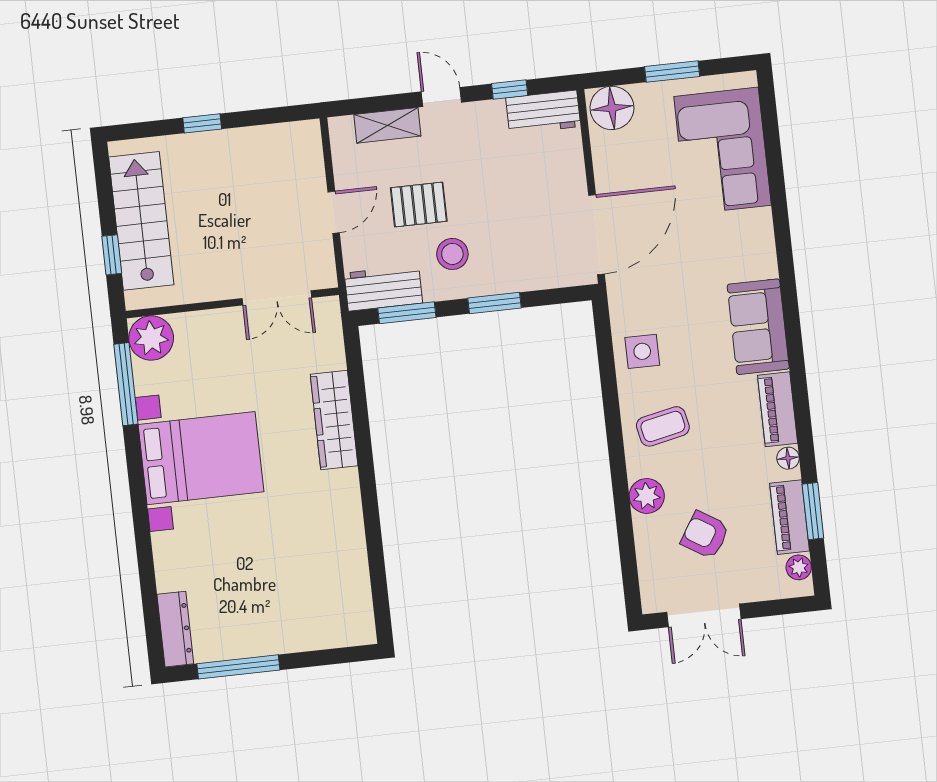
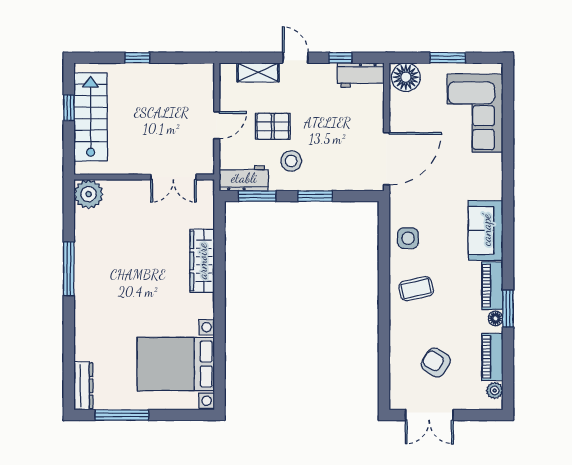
window: (112, 255) -> (69, 108), moved
window: (126, 384) -> (69, 269), moved
bed with nightstands: (201, 458) -> (176, 364), moved, turned 180
plant: (647, 496) -> (401, 333), removed
window: (813, 511) -> (508, 309), moved

